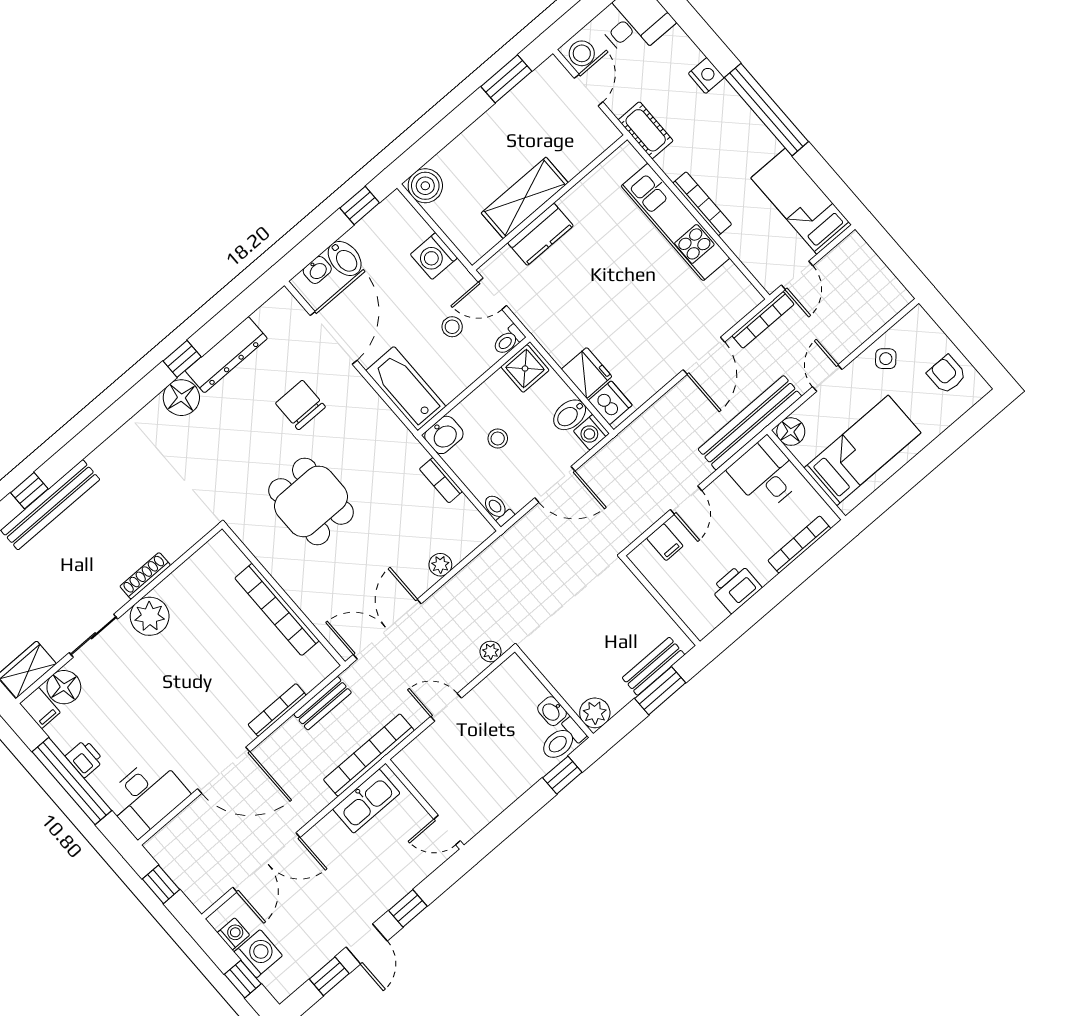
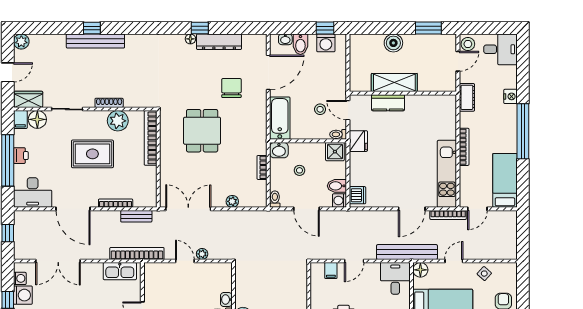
boiler: (425, 186) -> (393, 43), moved
kitchen unit: (675, 222) -> (447, 174), moved
washing machine: (434, 256) -> (326, 43), moved, turned -90
fridge: (587, 373) -> (358, 141), moved
floor lamp: (181, 398) -> (190, 39), width x0.53, depth x0.53
bookcase: (277, 609) -> (151, 138), moved
plant: (150, 616) -> (118, 121), moved
plant: (491, 651) -> (202, 254), moved
rug: (184, 668) -> (92, 154), added

